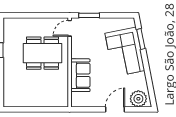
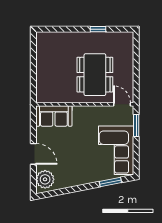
corner sofa: (125, 52) -> (116, 150), moved, turned -79
sofa: (80, 75) -> (54, 116), moved

